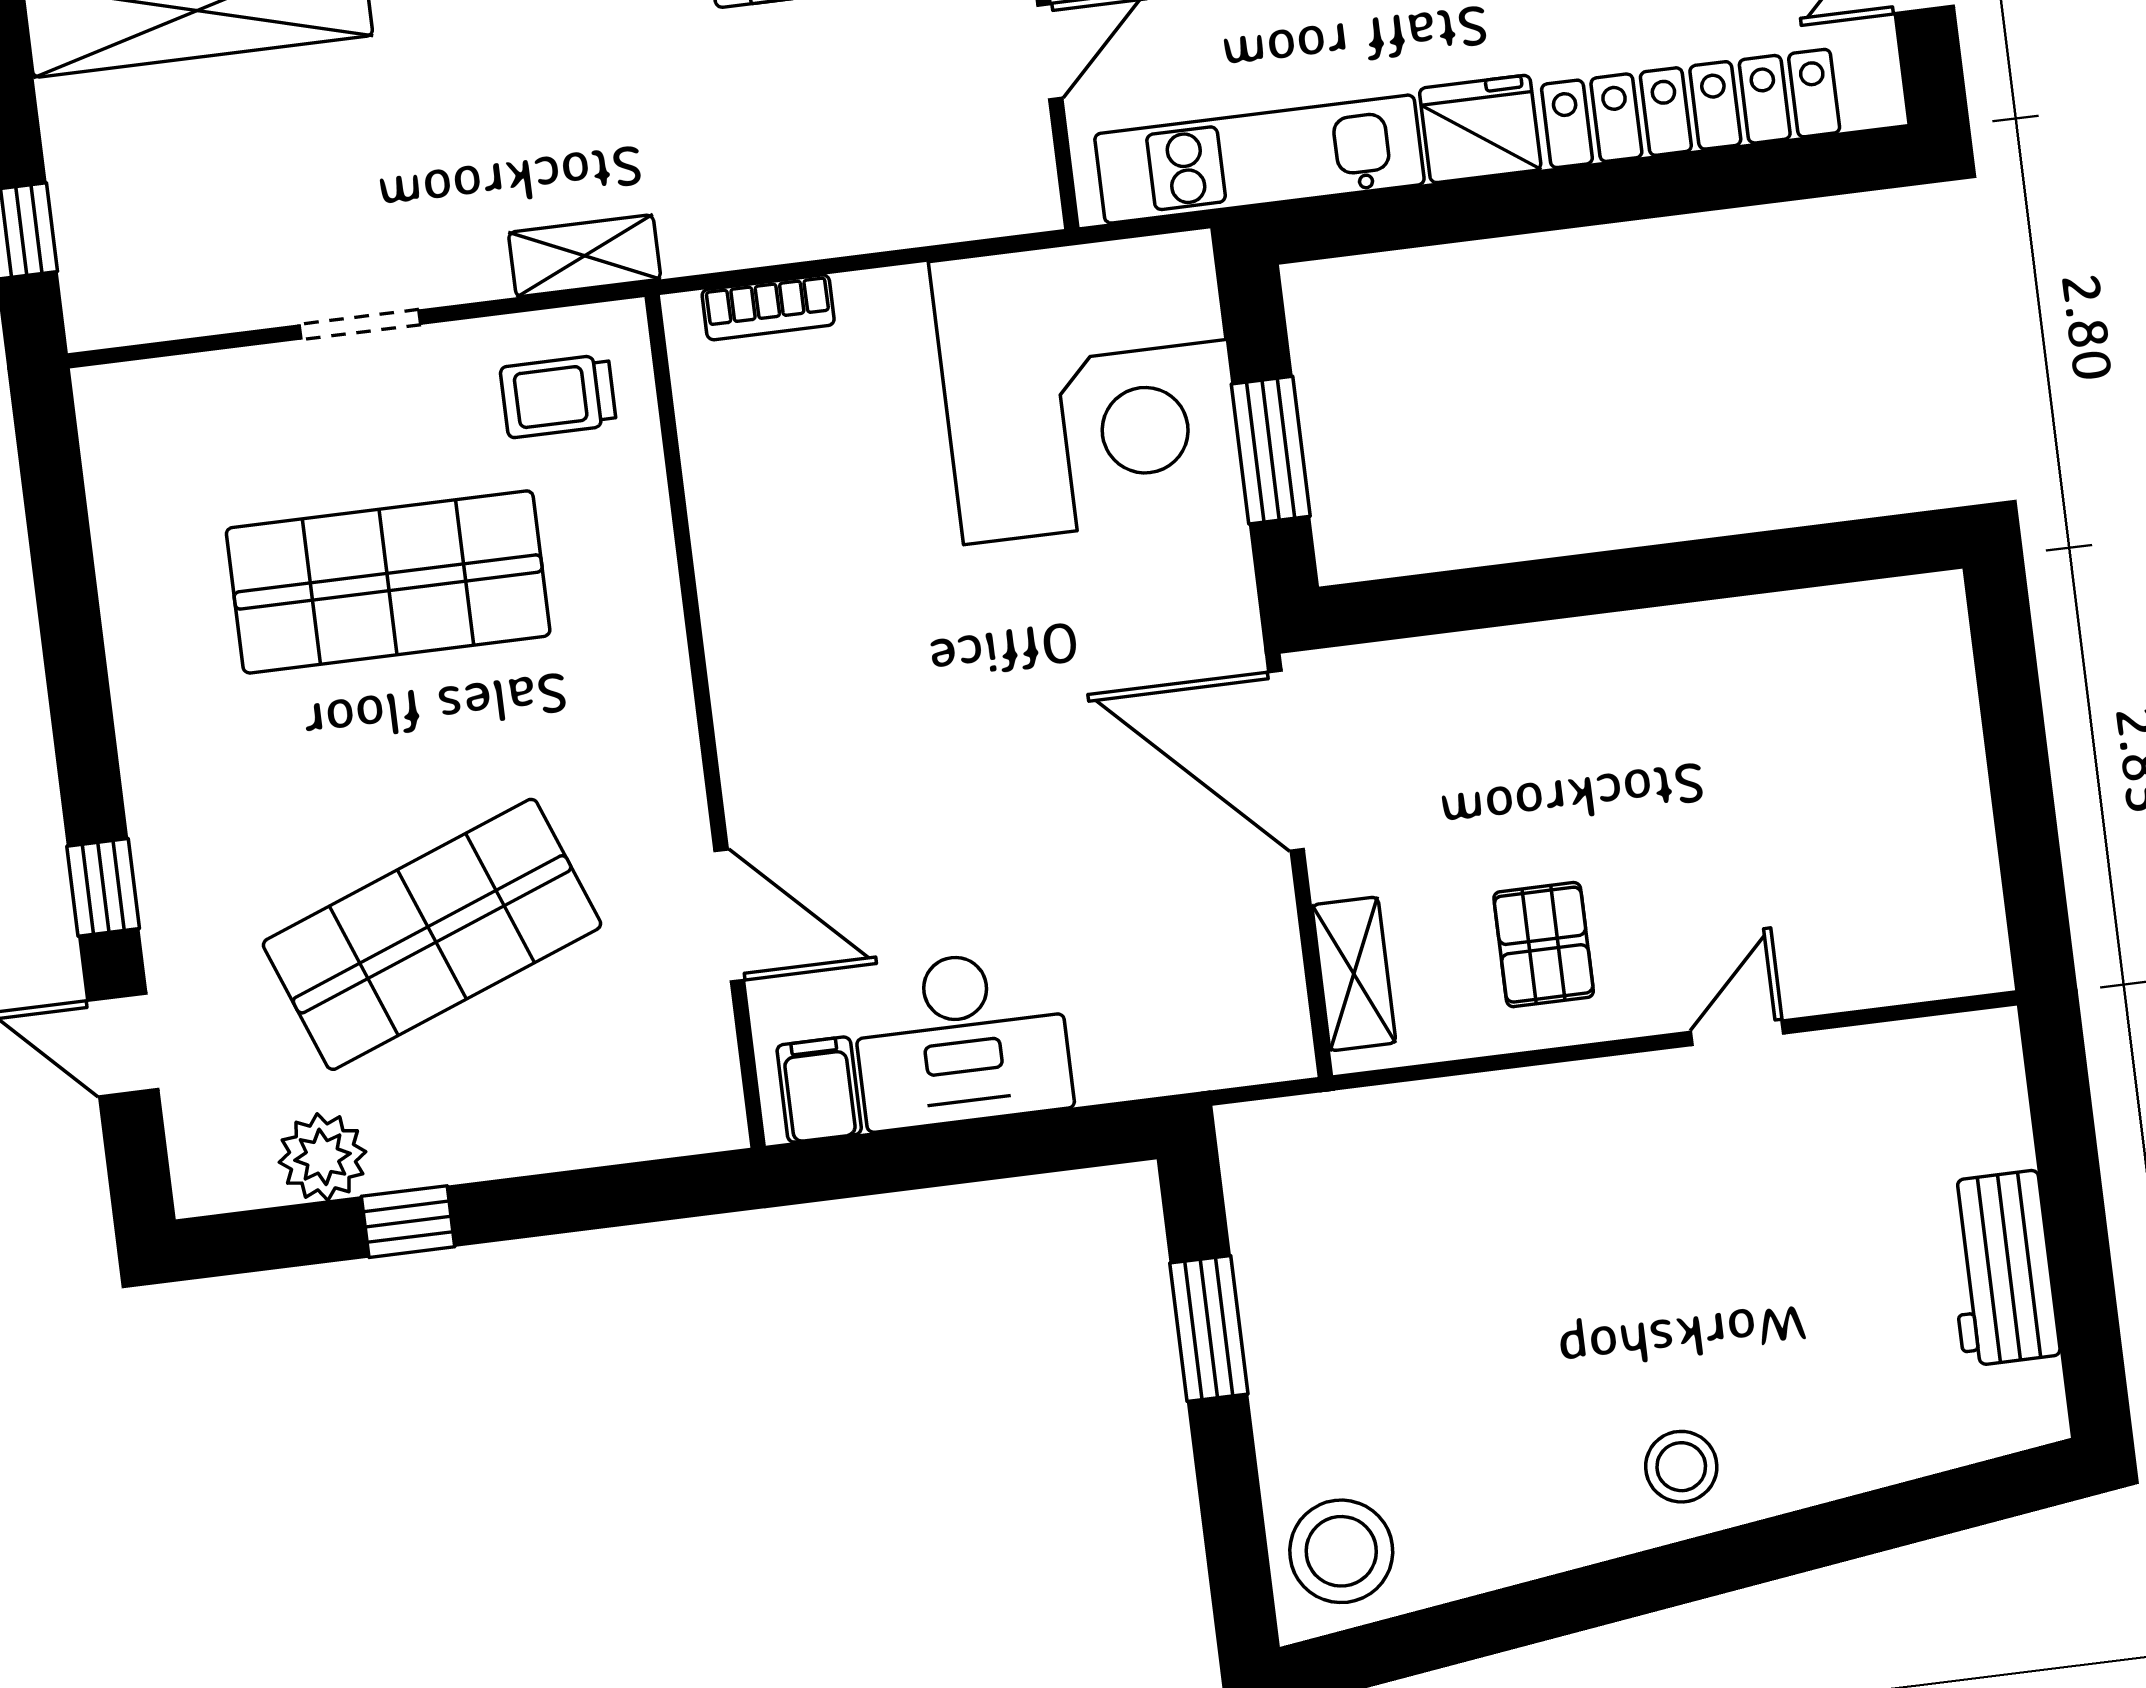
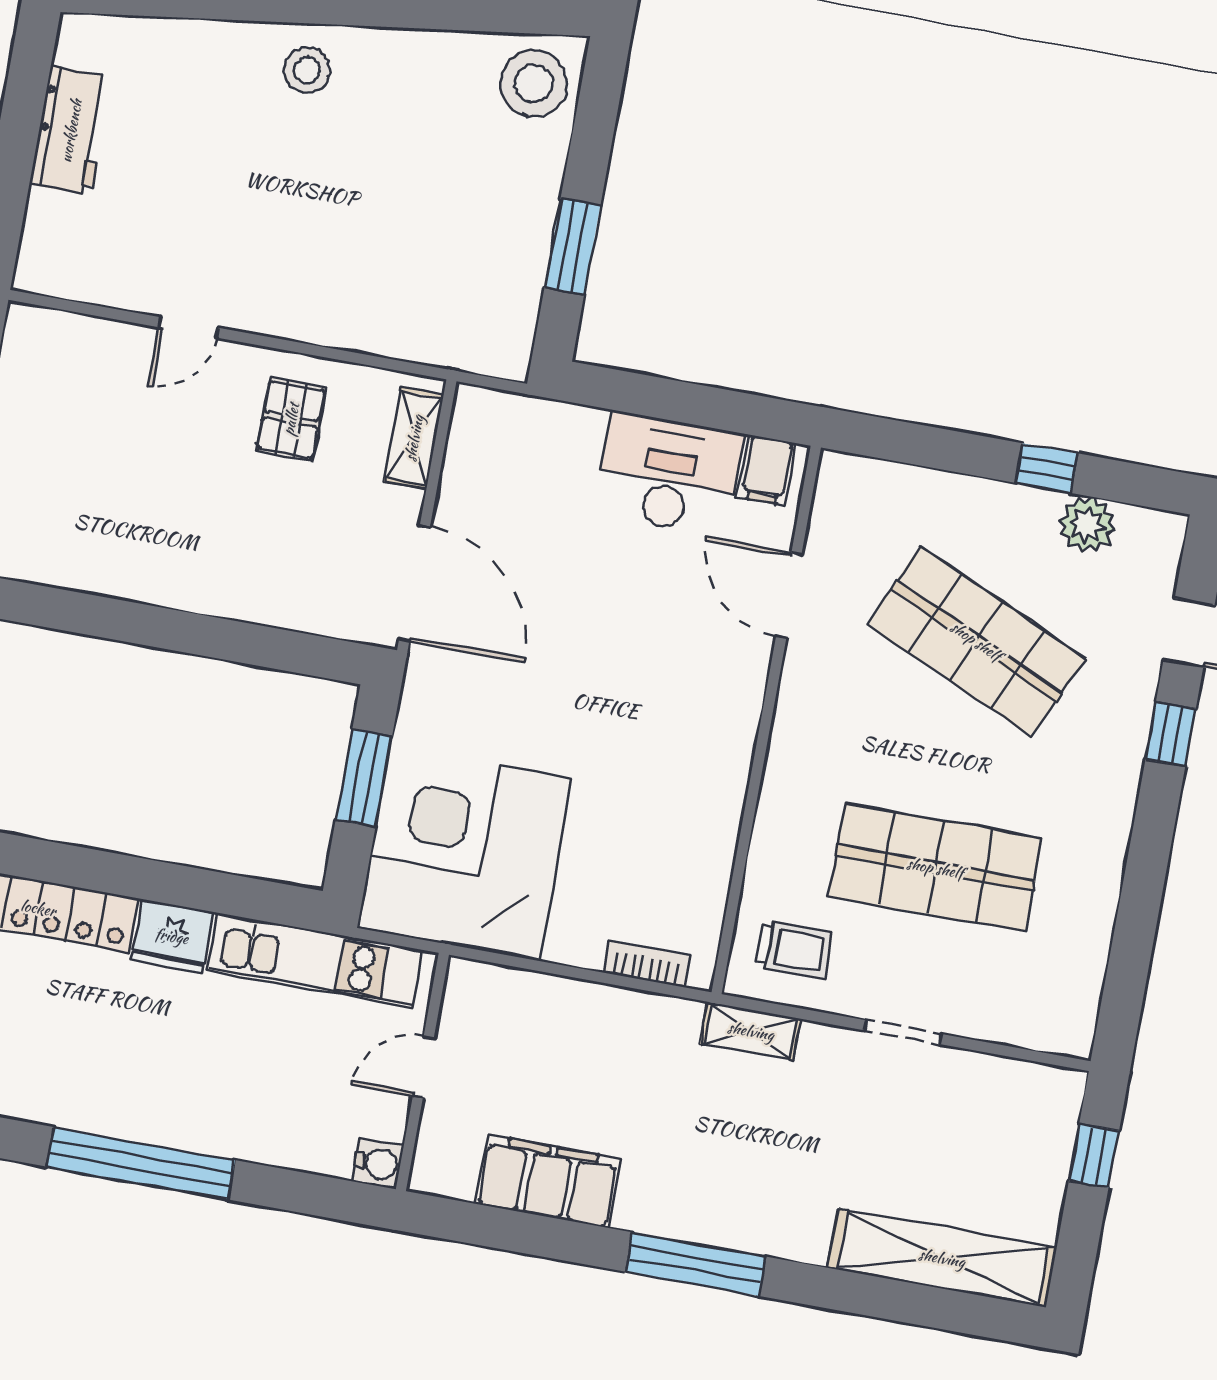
shop shelf: (432, 934) -> (976, 641), turned 45

